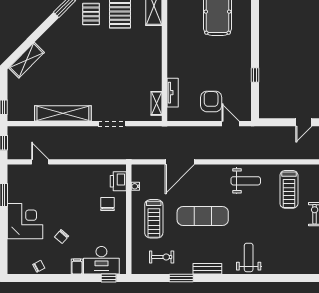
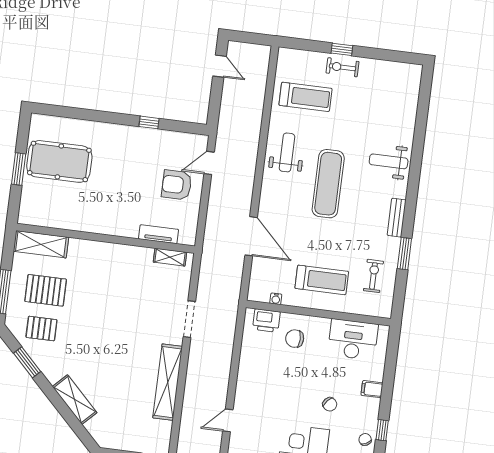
shelving: (26, 60) -> (75, 400), moved
exercise mat: (203, 216) -> (328, 184), moved
desk: (101, 260) -> (353, 340), moved, turned -90
window: (109, 278) -> (382, 430), moved

